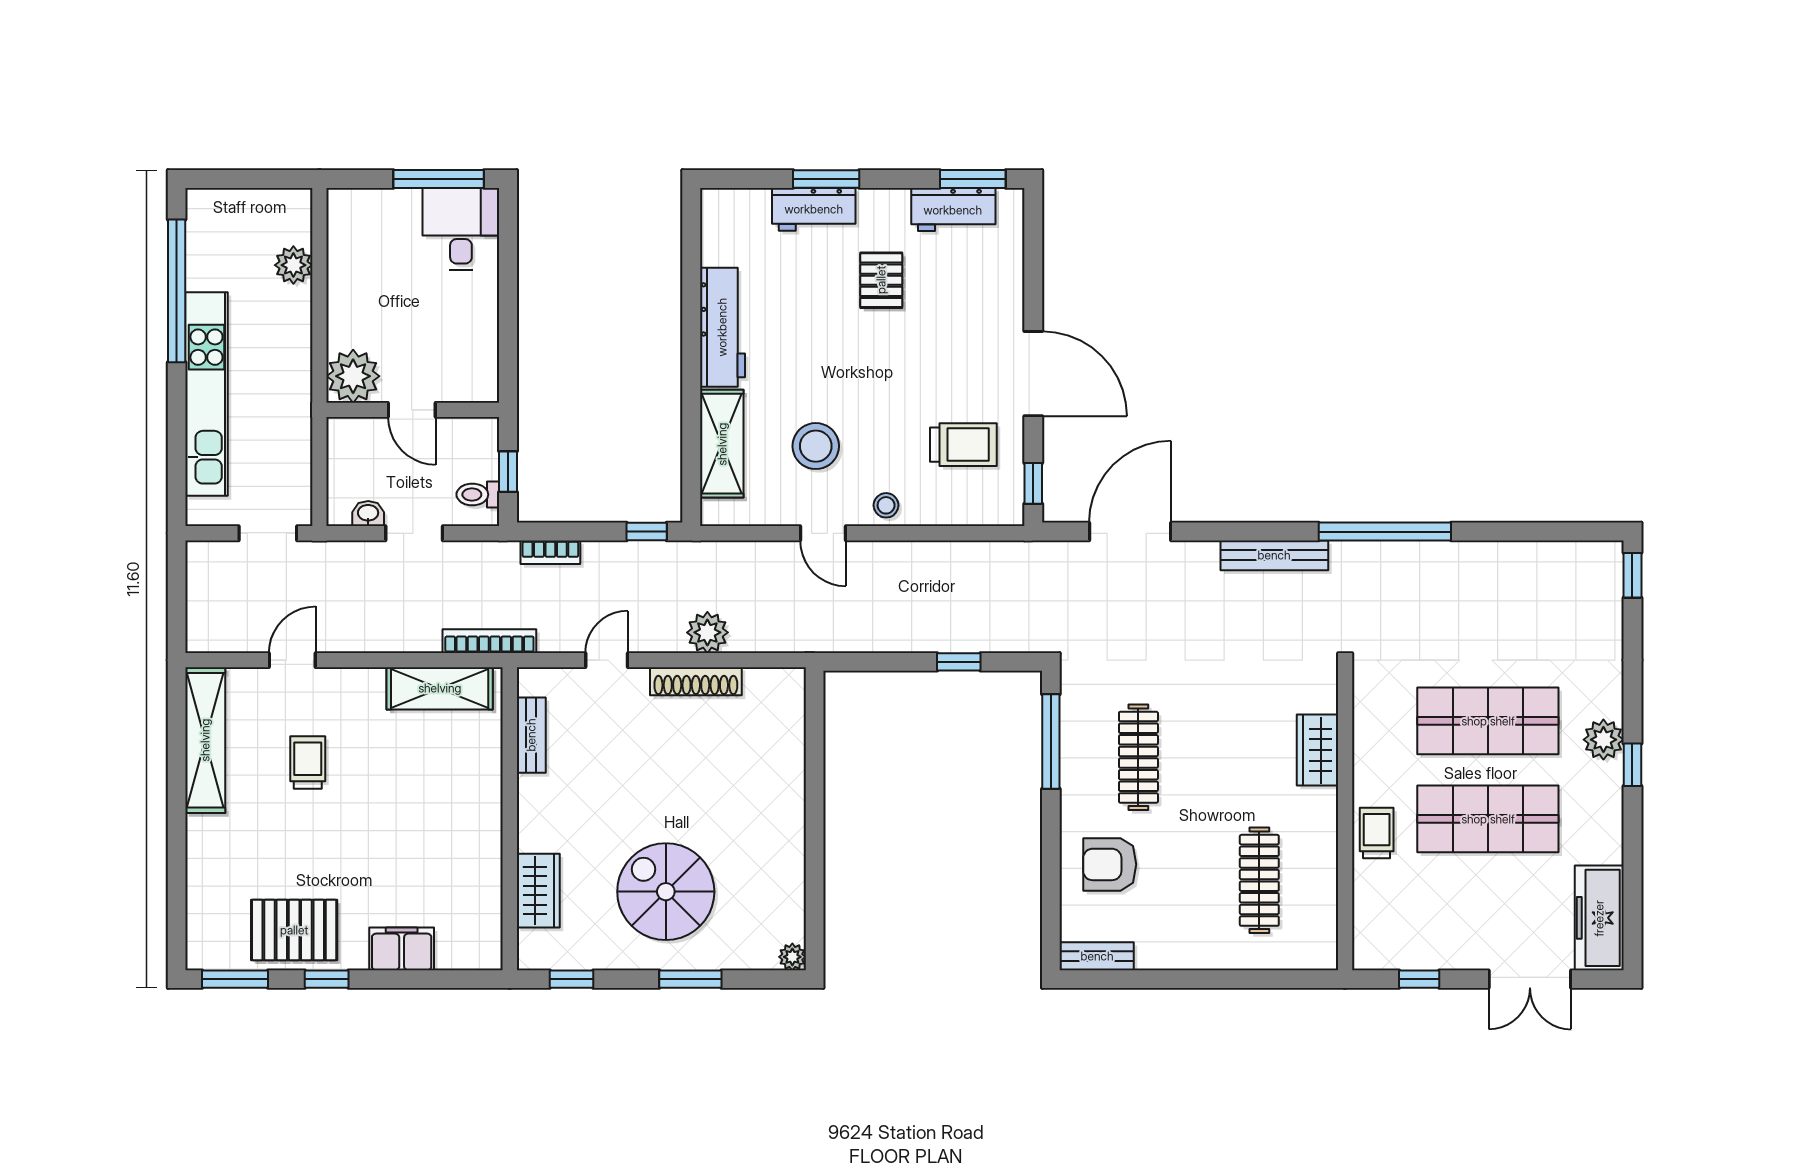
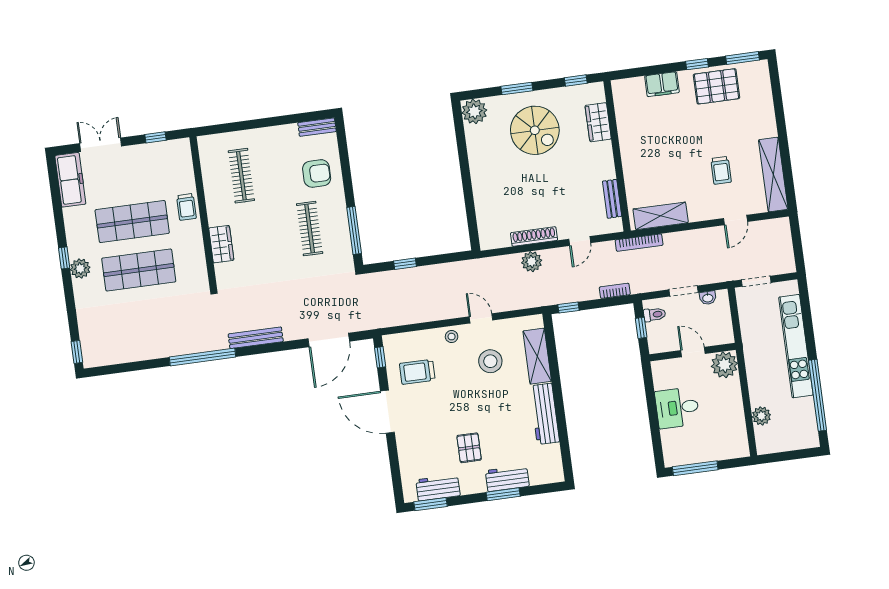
desk: (461, 229) -> (677, 408), moved, turned 90
plant: (792, 957) -> (474, 111), width x1.87, depth x1.87

